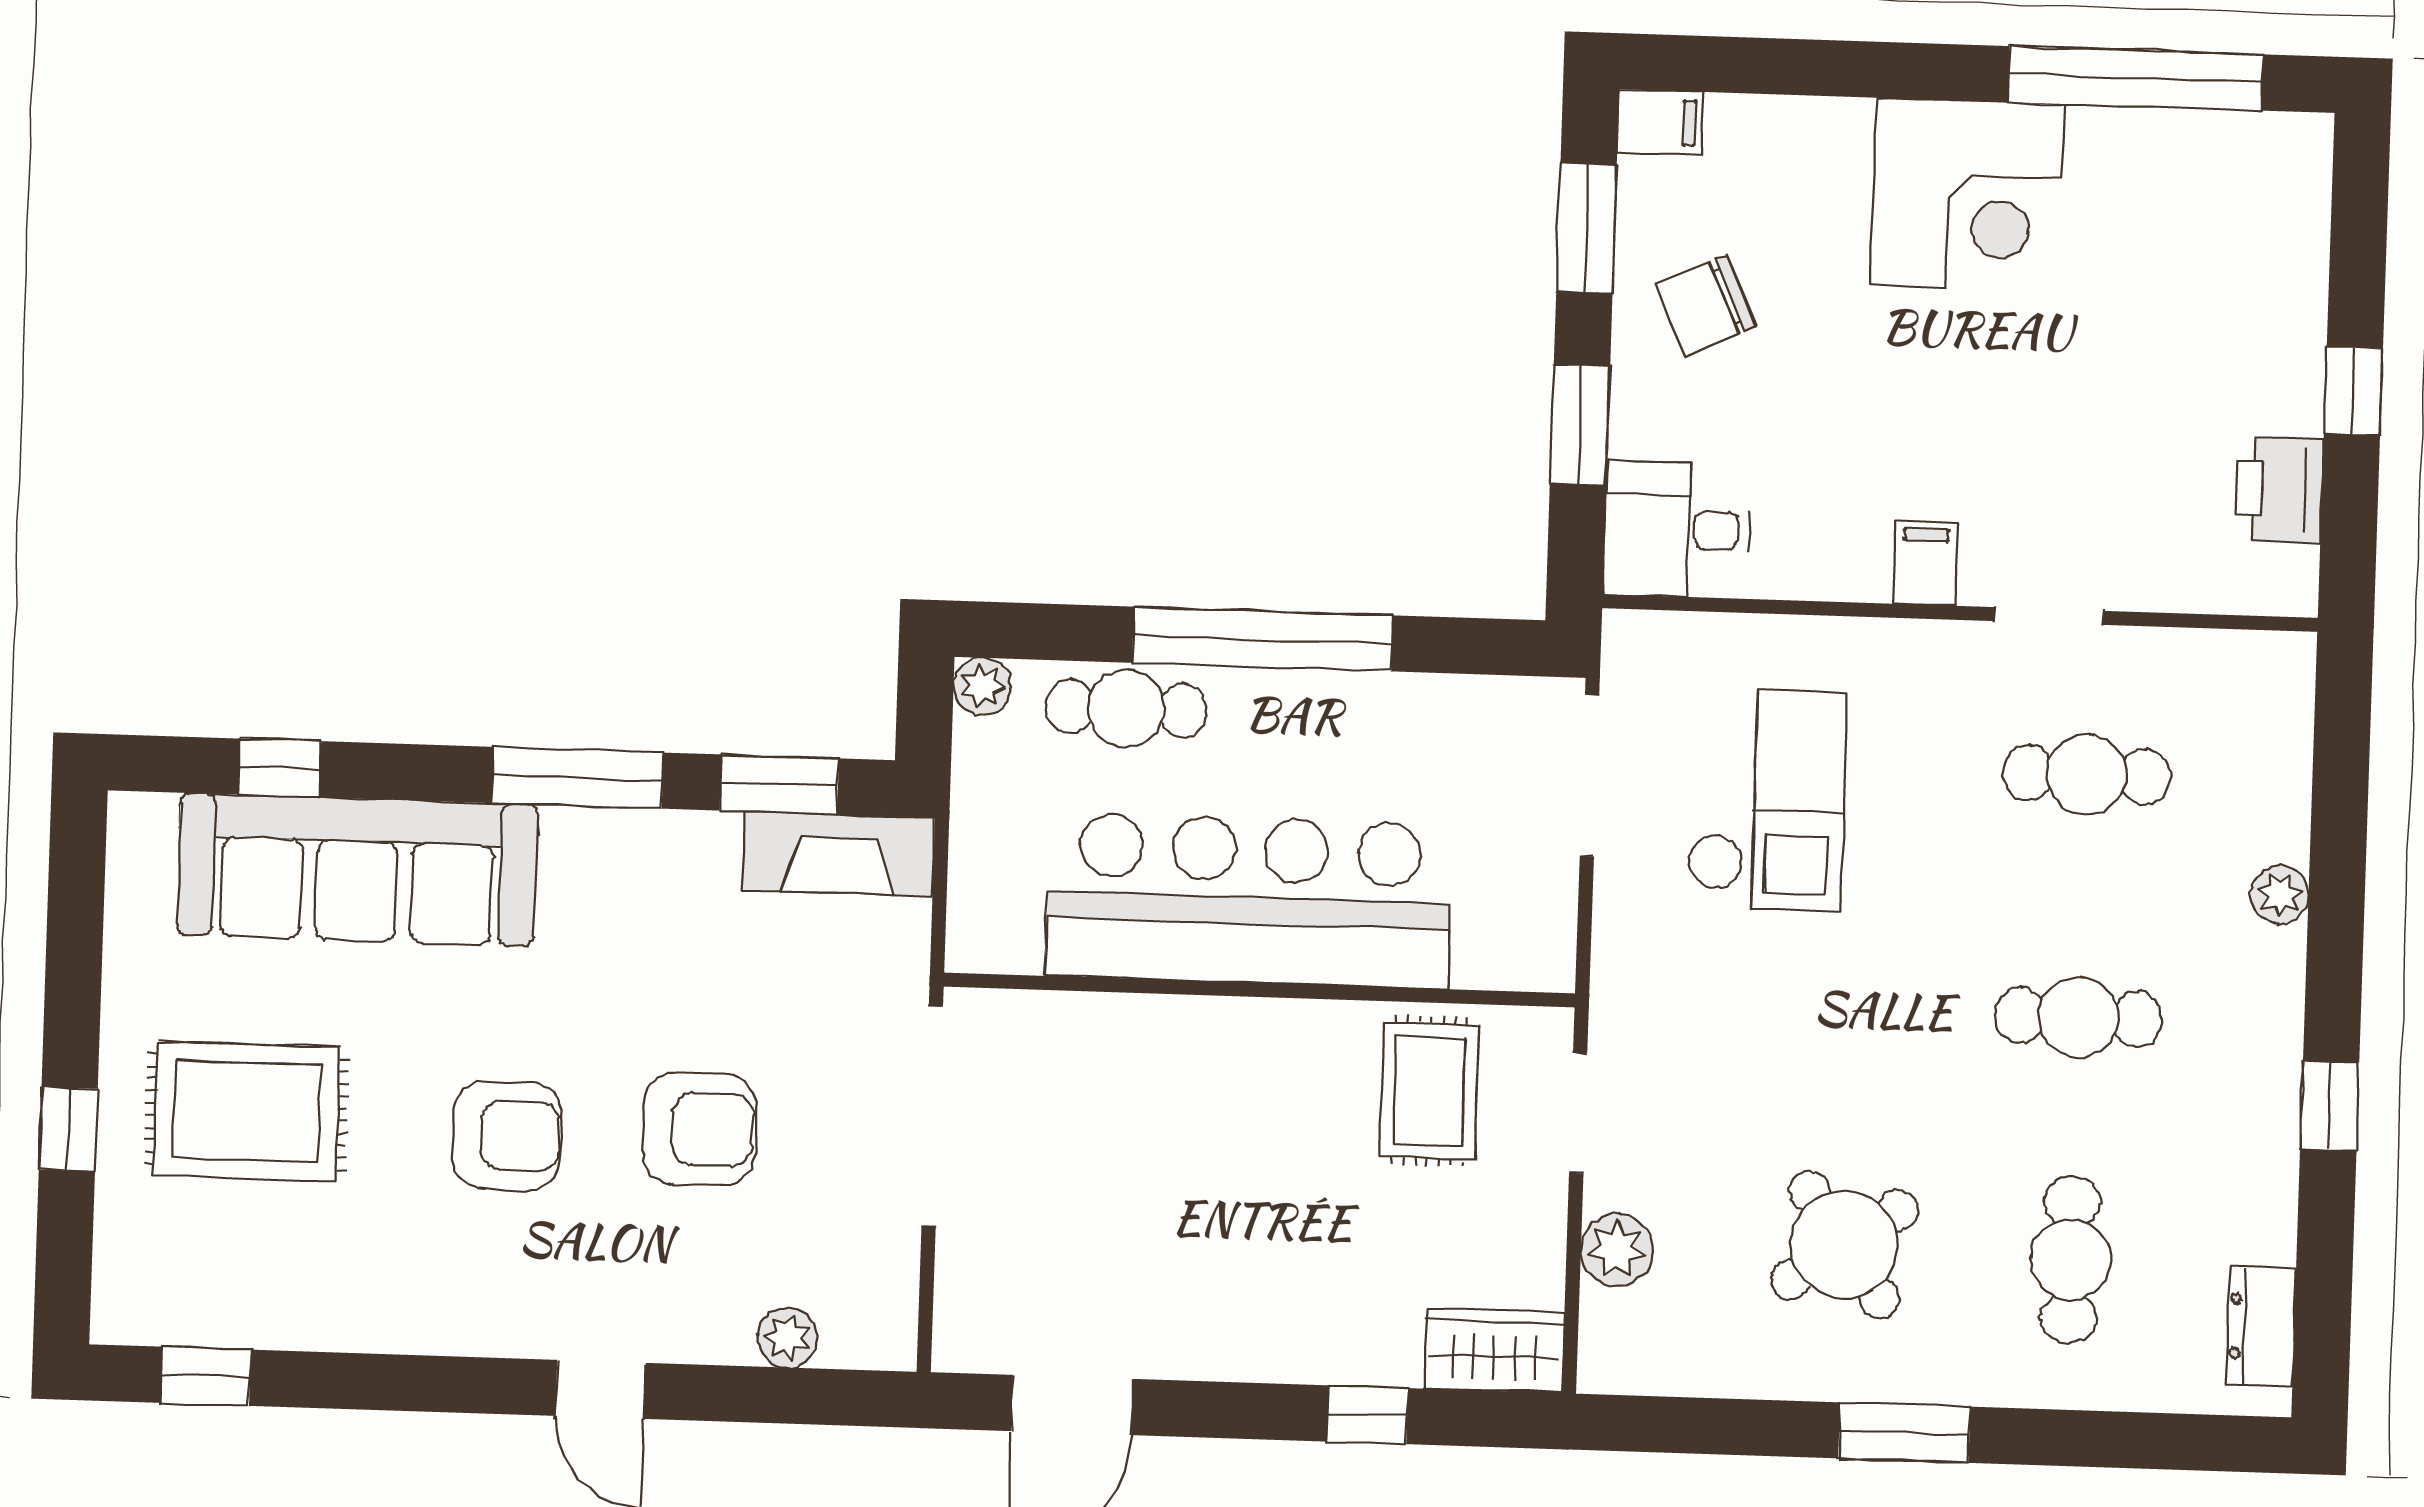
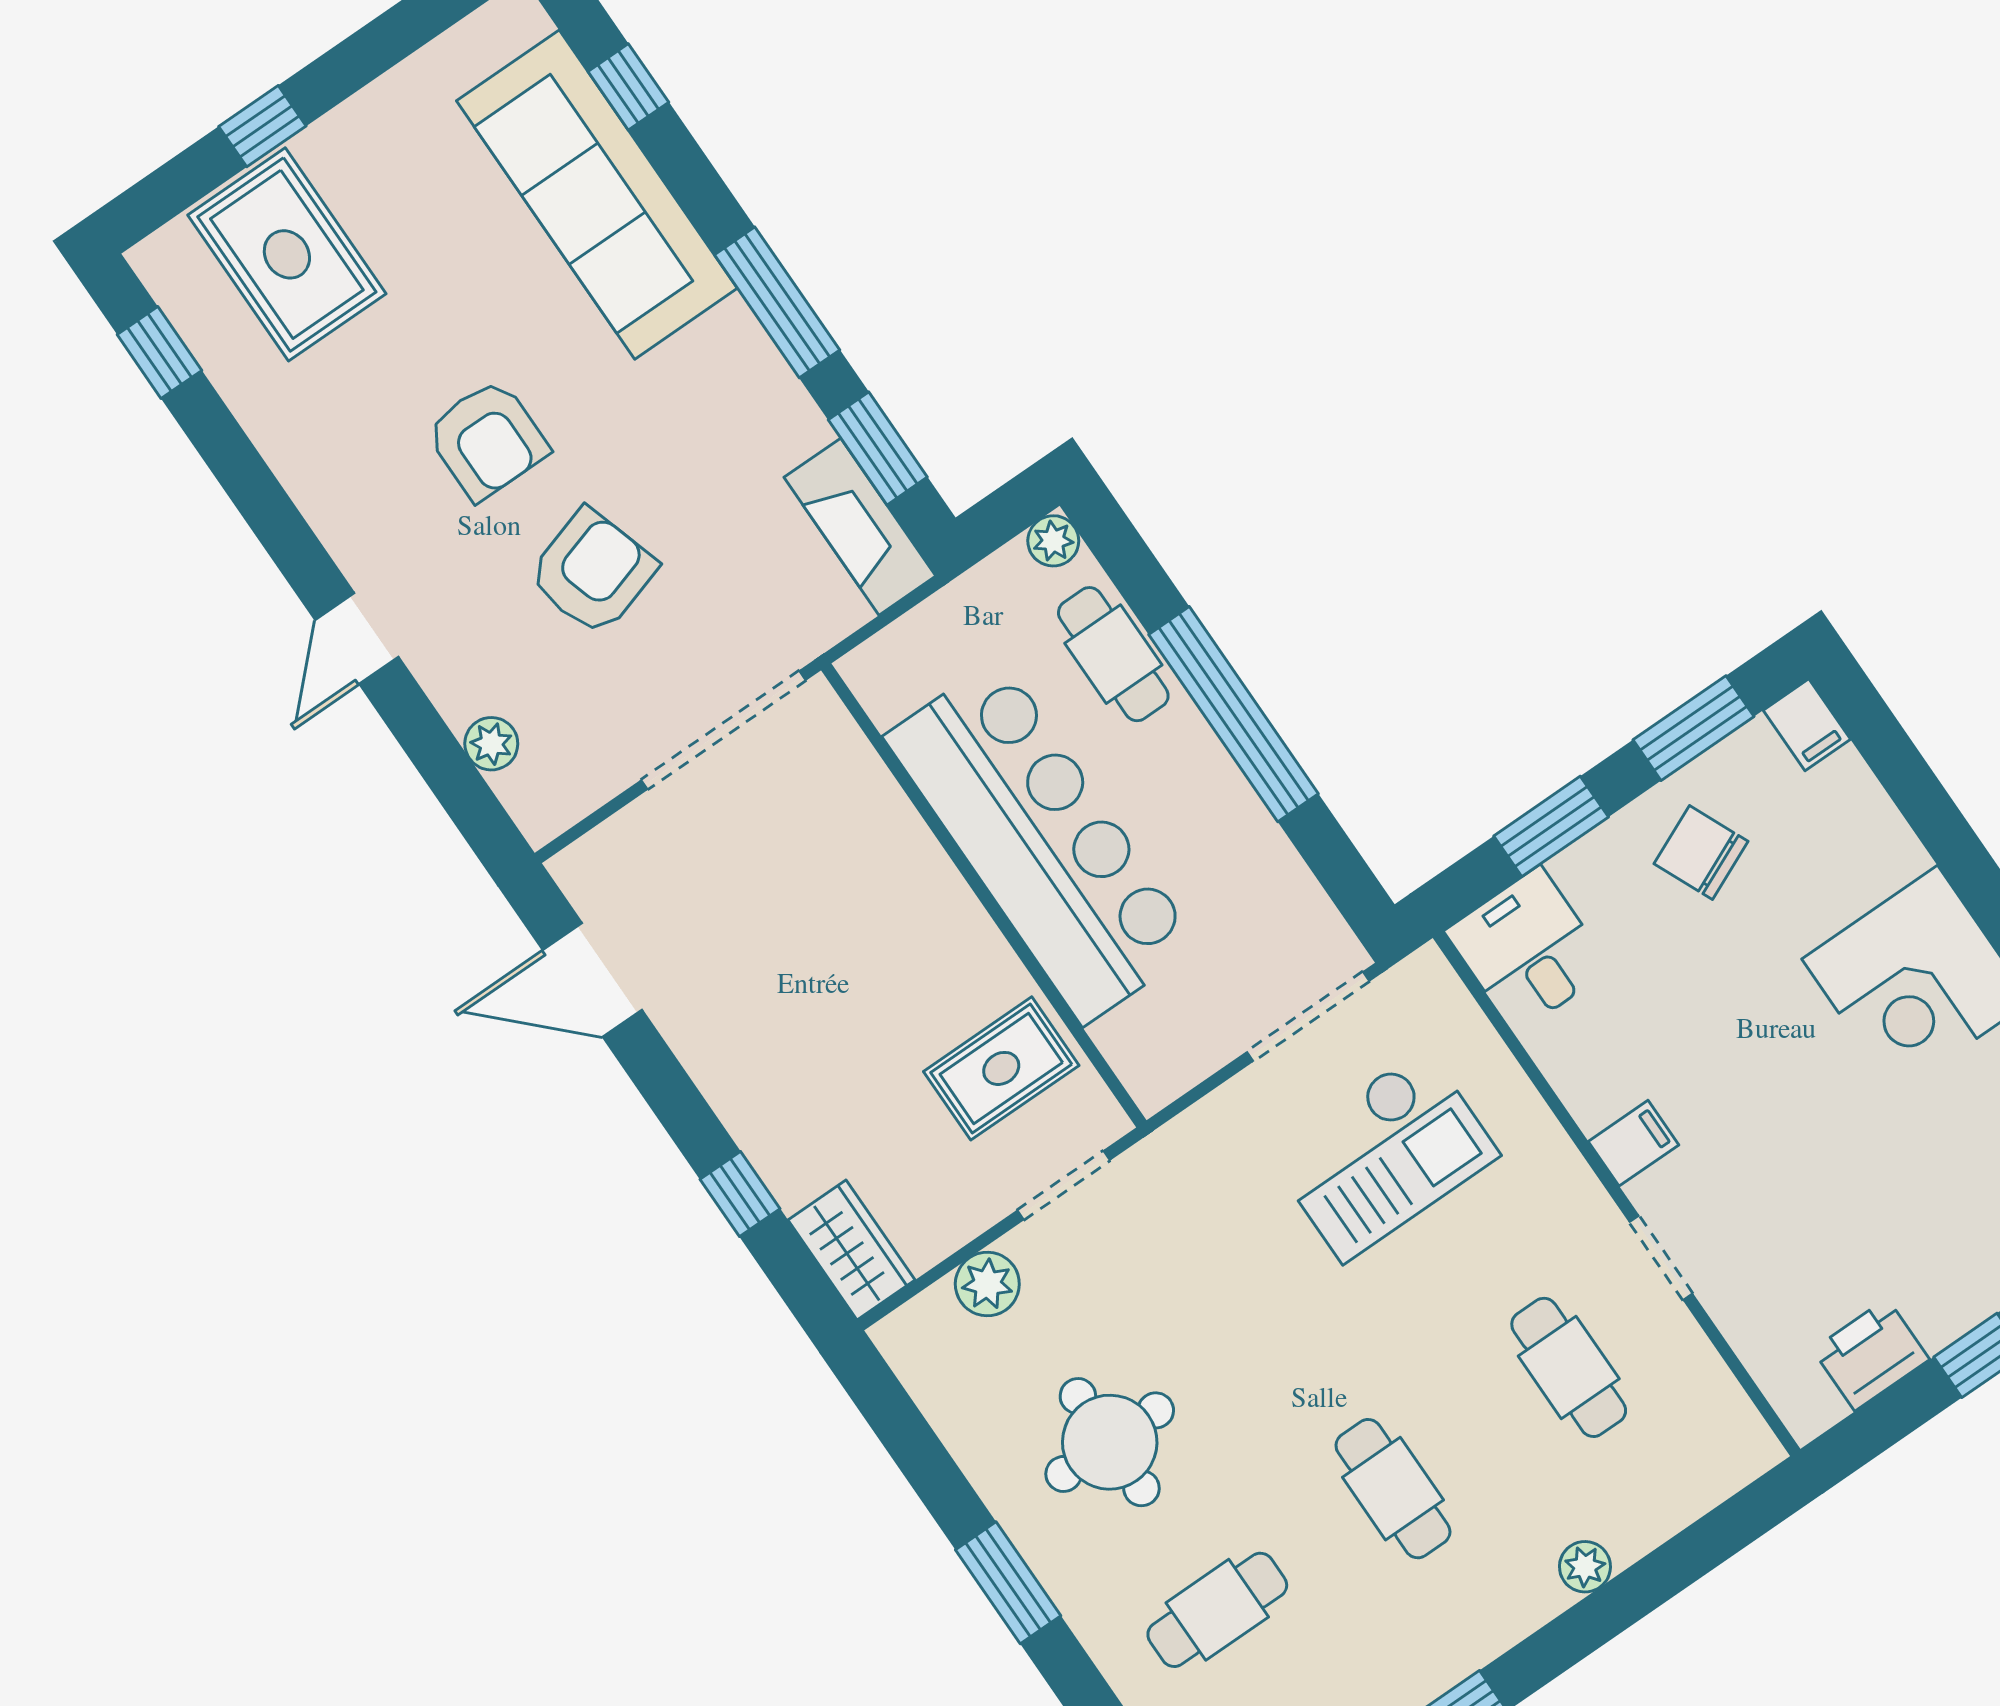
rug: (247, 1112) -> (287, 254), moved
armchair: (699, 1129) -> (592, 572), turned -107
round table: (1844, 1245) -> (1110, 1442), turned 35

